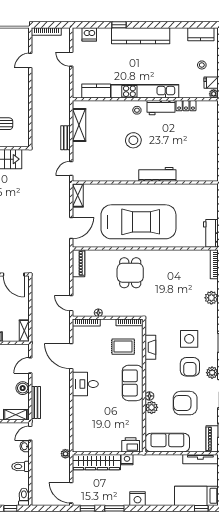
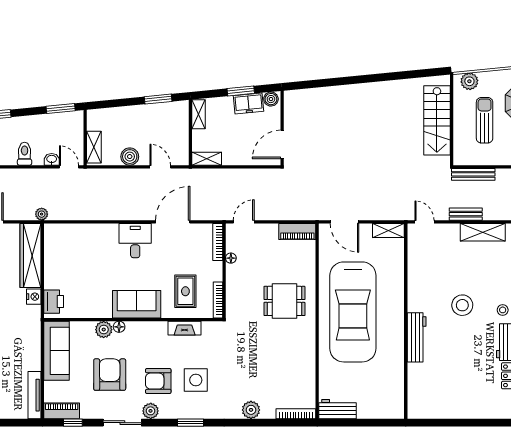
bench: (36, 403) -> (473, 174), moved

